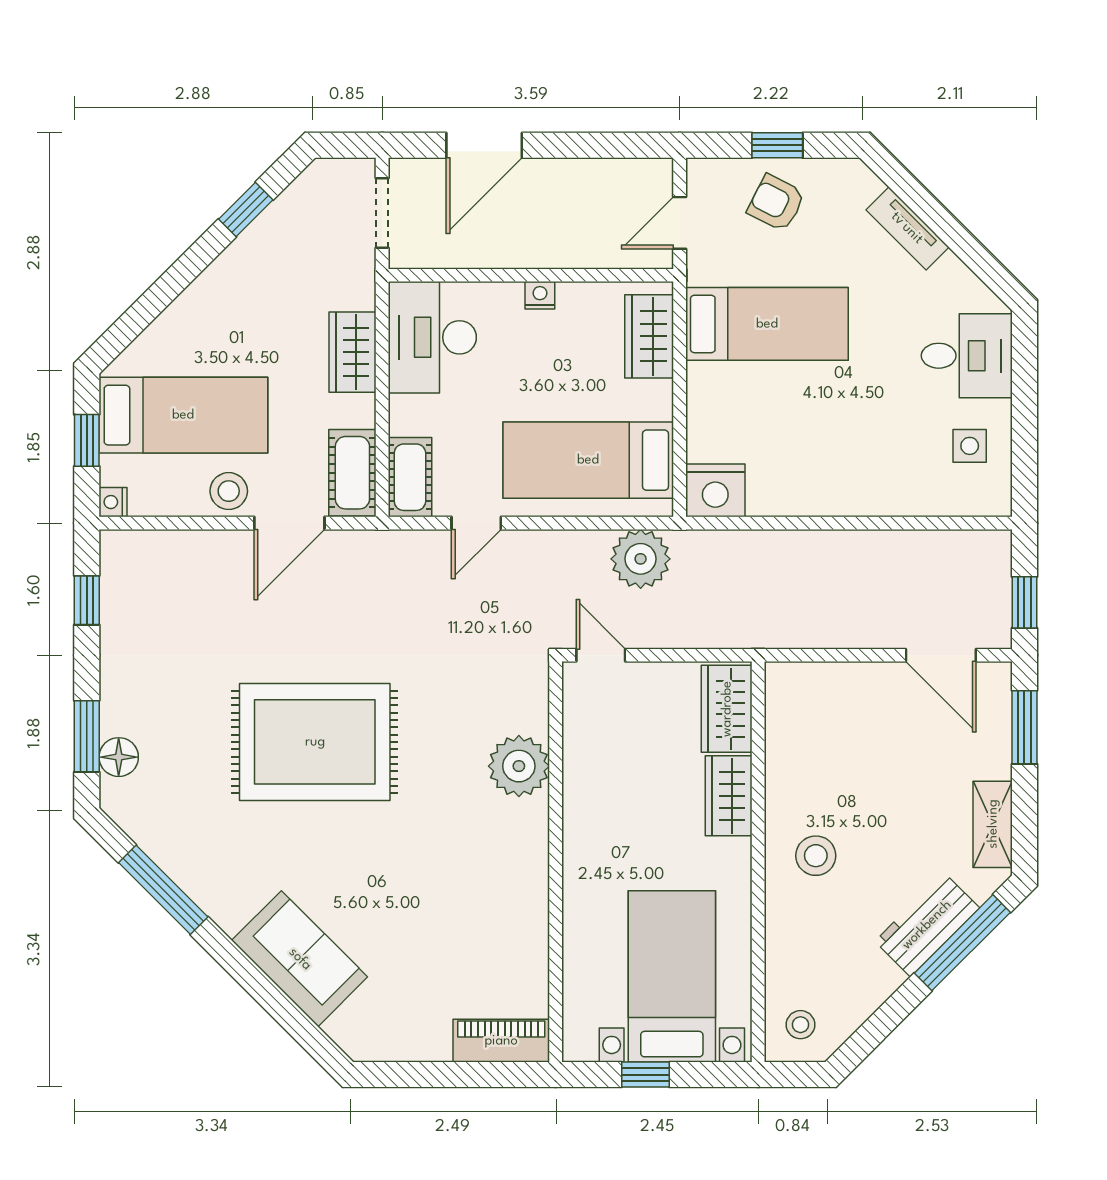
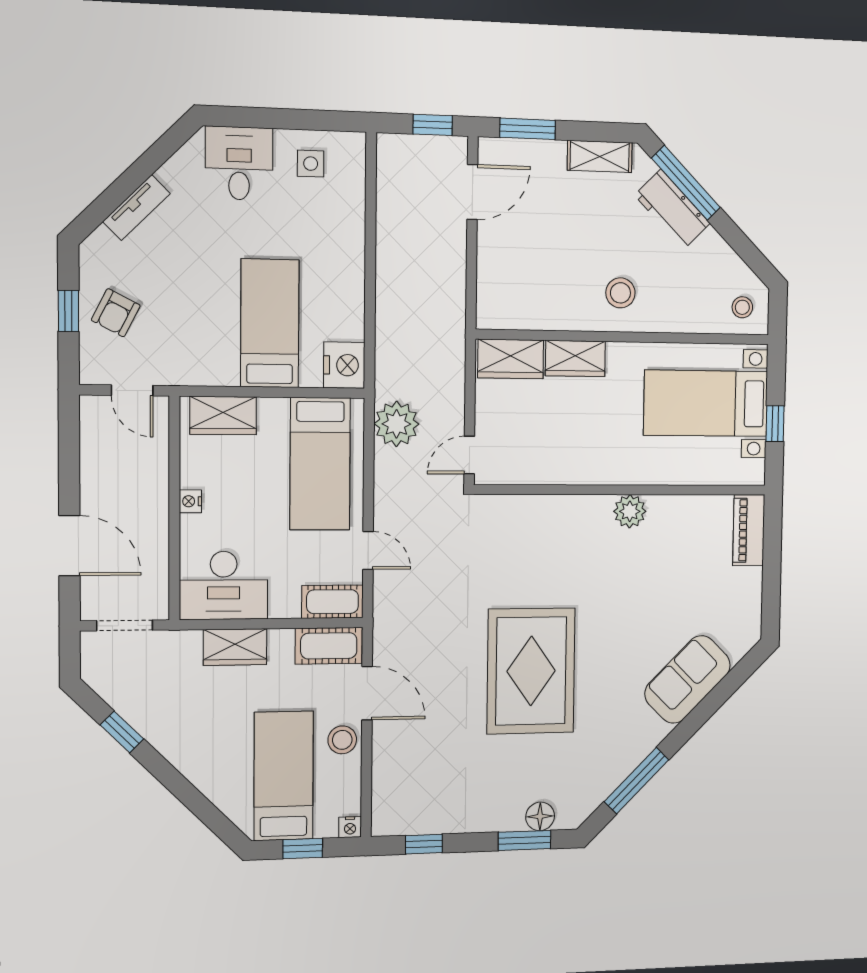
bed: (767, 324) -> (270, 323), moved
plant: (519, 766) -> (630, 511), moved, width x0.73, depth x0.73

